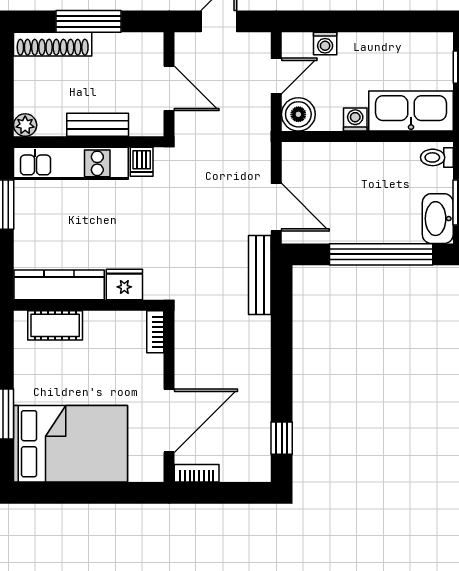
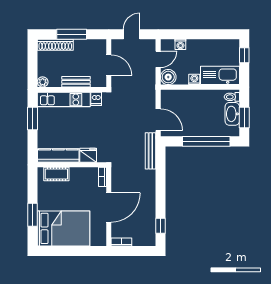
washbasin: (438, 219) -> (232, 114), moved
door: (169, 421) -> (109, 207), moved

